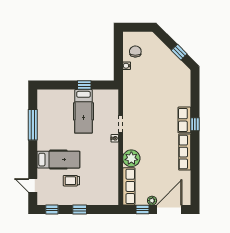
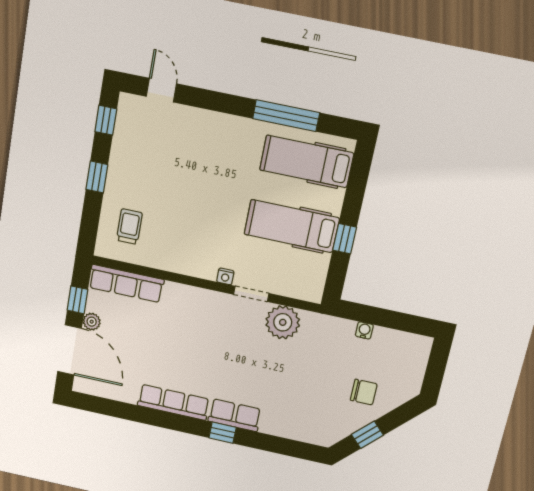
chair: (135, 52) -> (364, 392), moved
plant: (131, 158) -> (283, 322), moved
hospital bed: (58, 160) -> (307, 161), moved, turned 90
trolley: (71, 181) -> (129, 226), moved
door: (33, 185) -> (161, 90), hinge flipped

